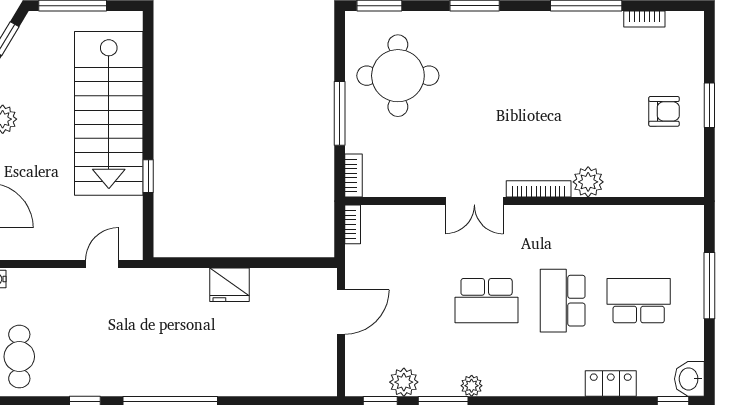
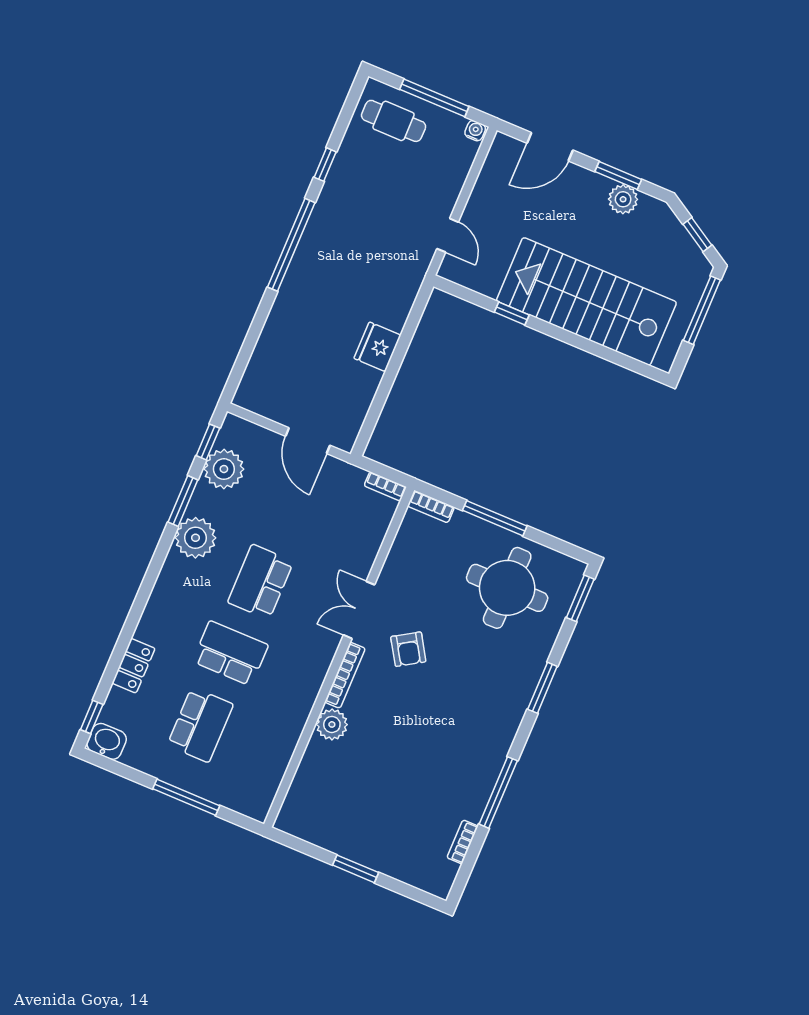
armchair: (664, 111) -> (408, 649), moved, turned -32
plant: (404, 382) -> (224, 469), width x1.36, depth x1.36
plant: (472, 386) -> (195, 538), width x1.88, depth x1.88

